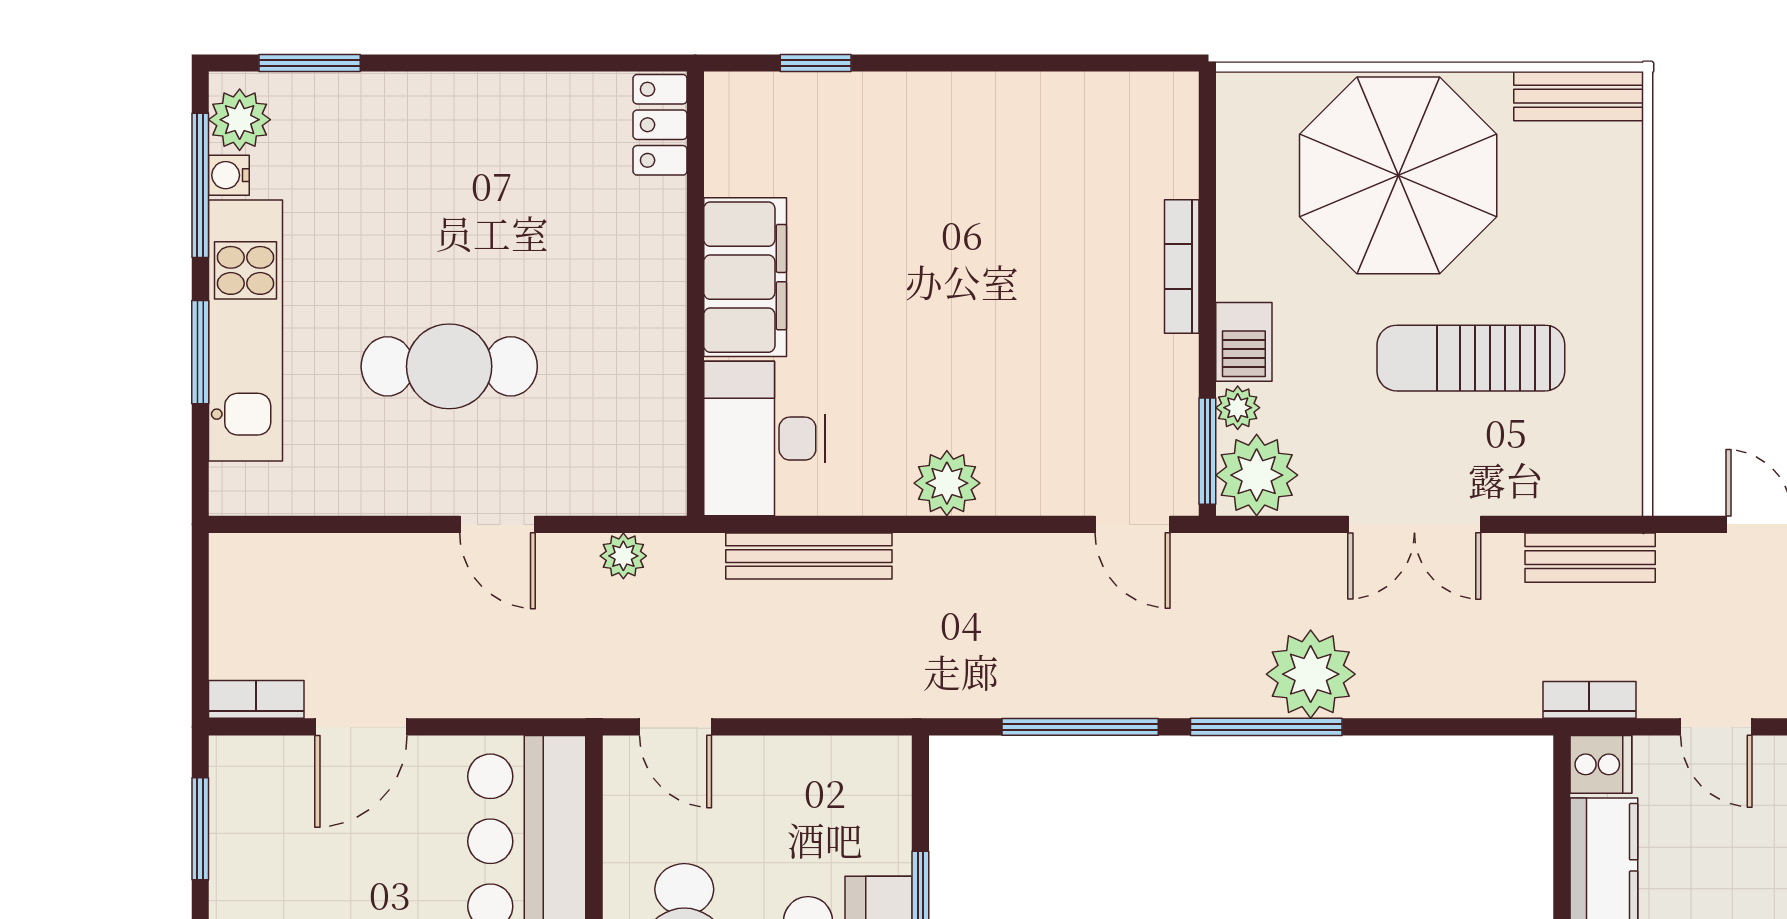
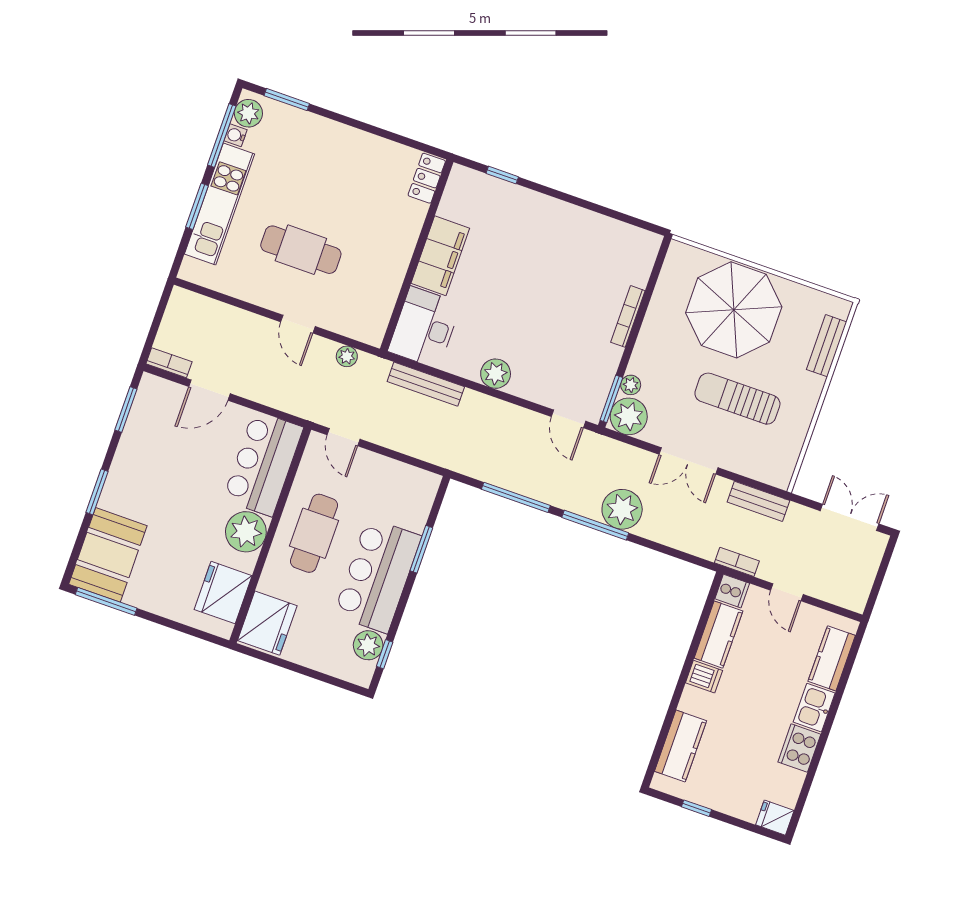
bench: (1579, 96) -> (827, 346), moved, turned 90
barbecue: (1244, 342) -> (643, 358), removed

